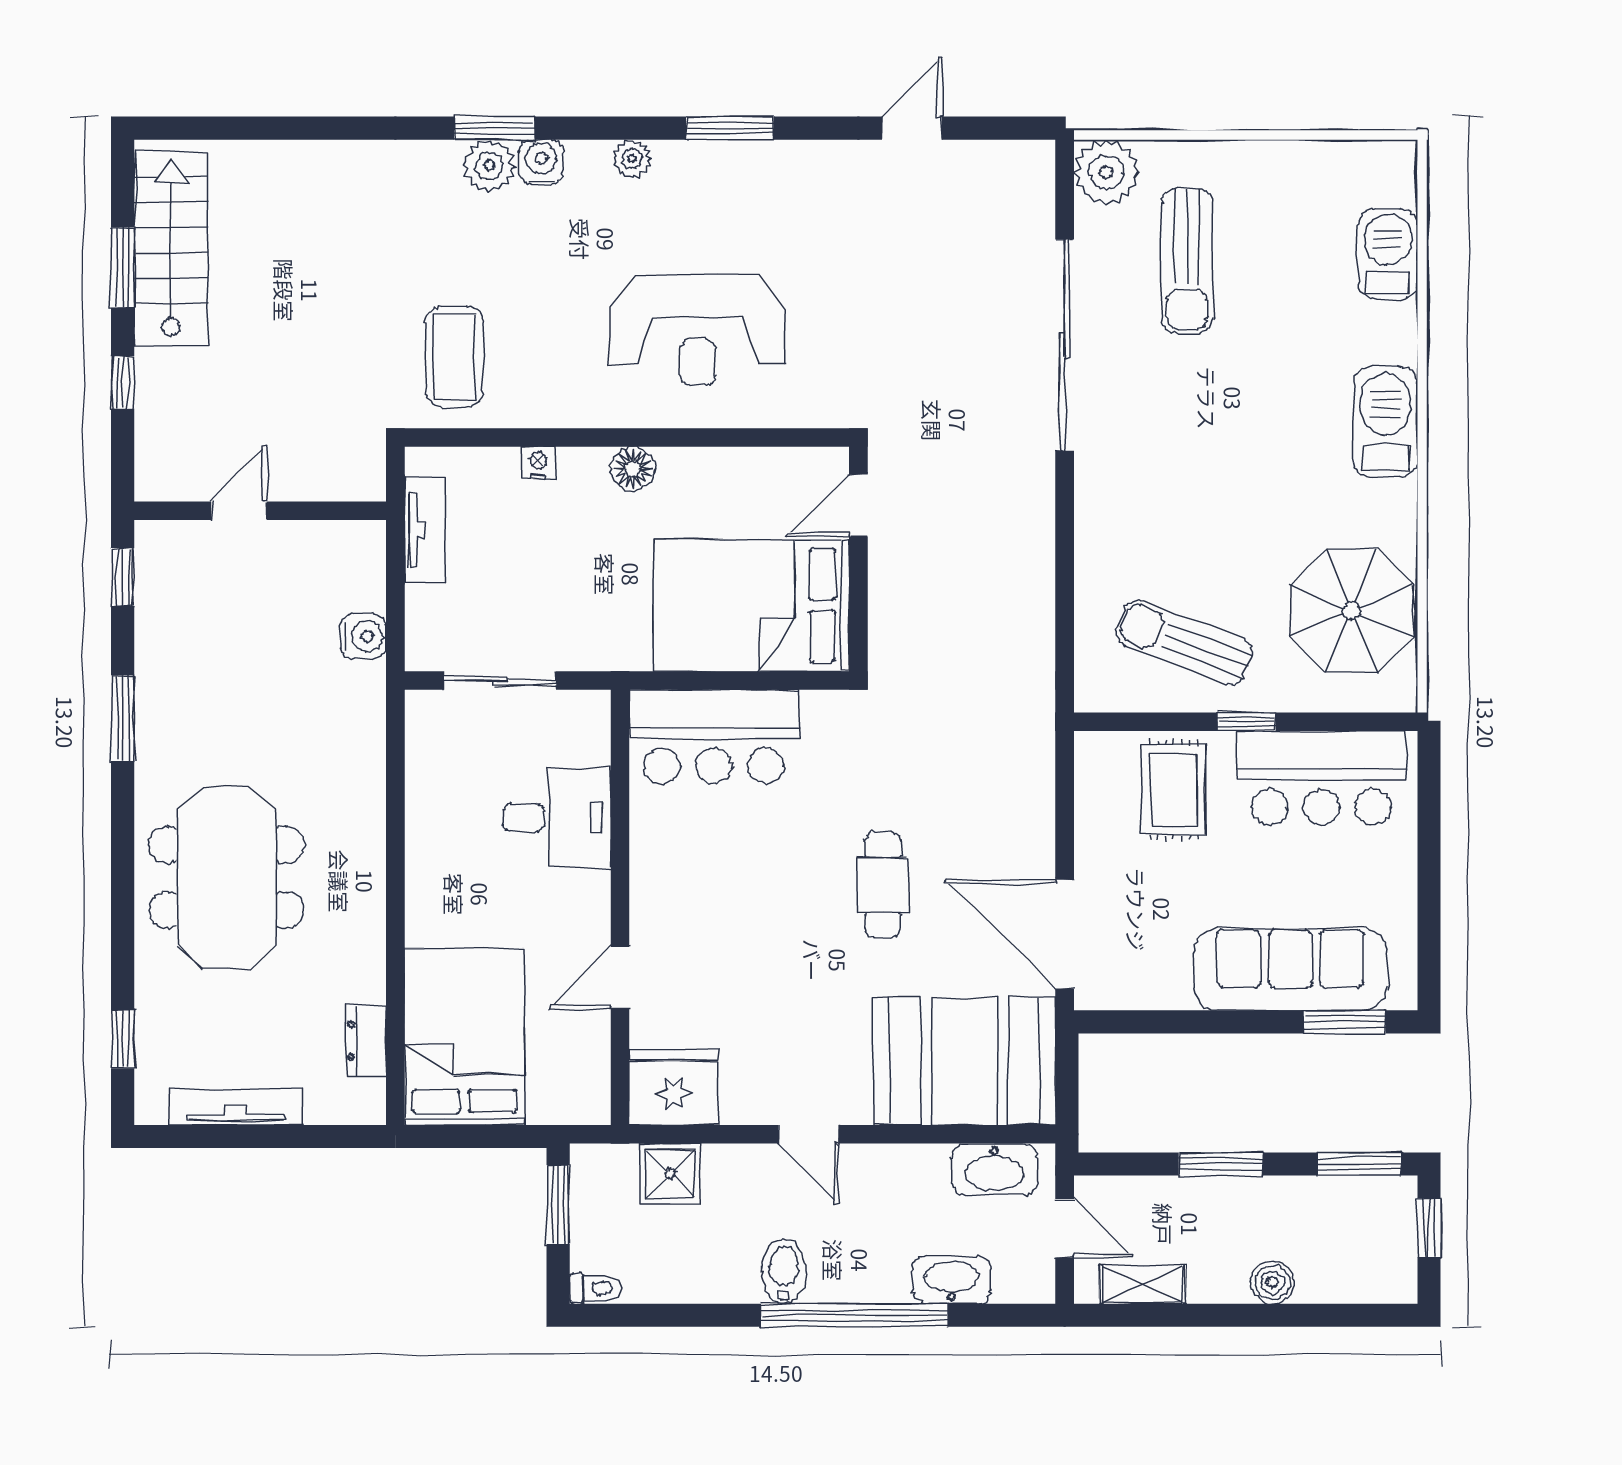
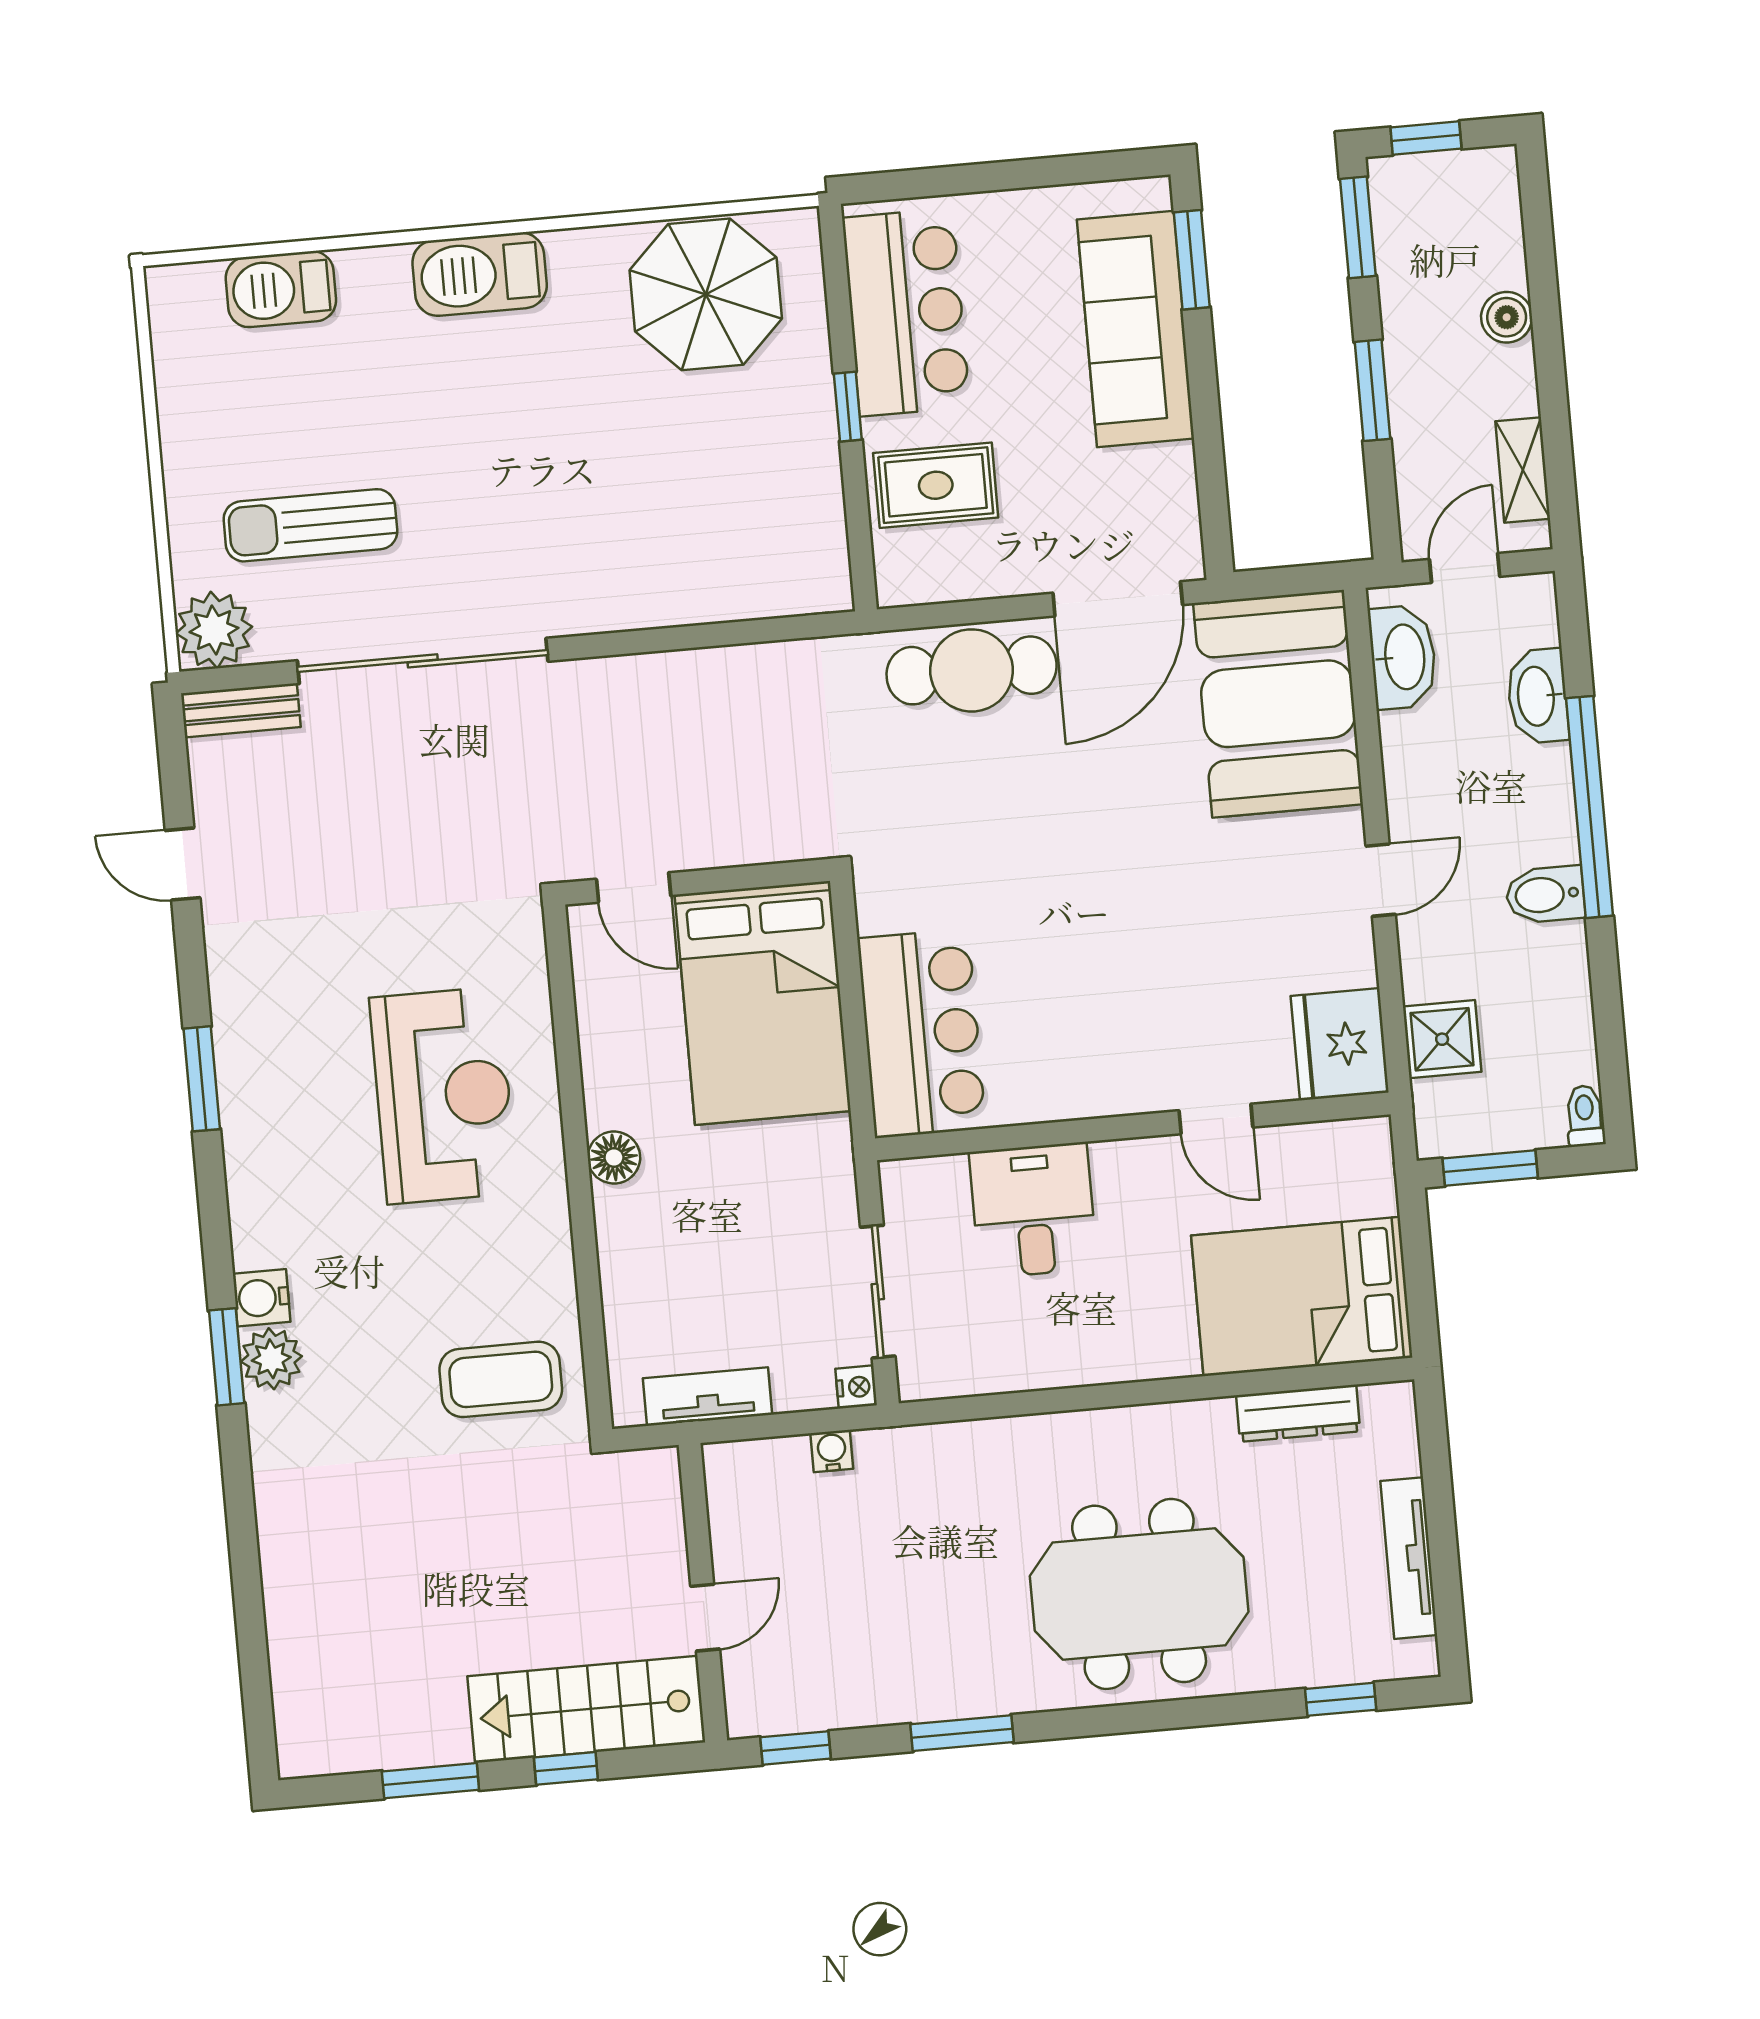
plant: (632, 158) -> (248, 1191), removed
bench: (1037, 189) -> (241, 710), added
stairs: (171, 249) -> (586, 1709), moved
sun lounger: (1187, 261) -> (310, 525), turned 180
nightstand: (538, 463) -> (856, 1387), moved, turned 180
door: (239, 511) -> (705, 1618), swing flipped
water cooler: (363, 636) -> (832, 1451), width x0.72, depth x0.72
sun lounger: (1184, 642) -> (761, 488), removed
cafe table: (883, 885) -> (972, 670), moved, width x1.37, depth x1.35
dresser: (366, 1040) -> (1298, 1413), width x1.44

